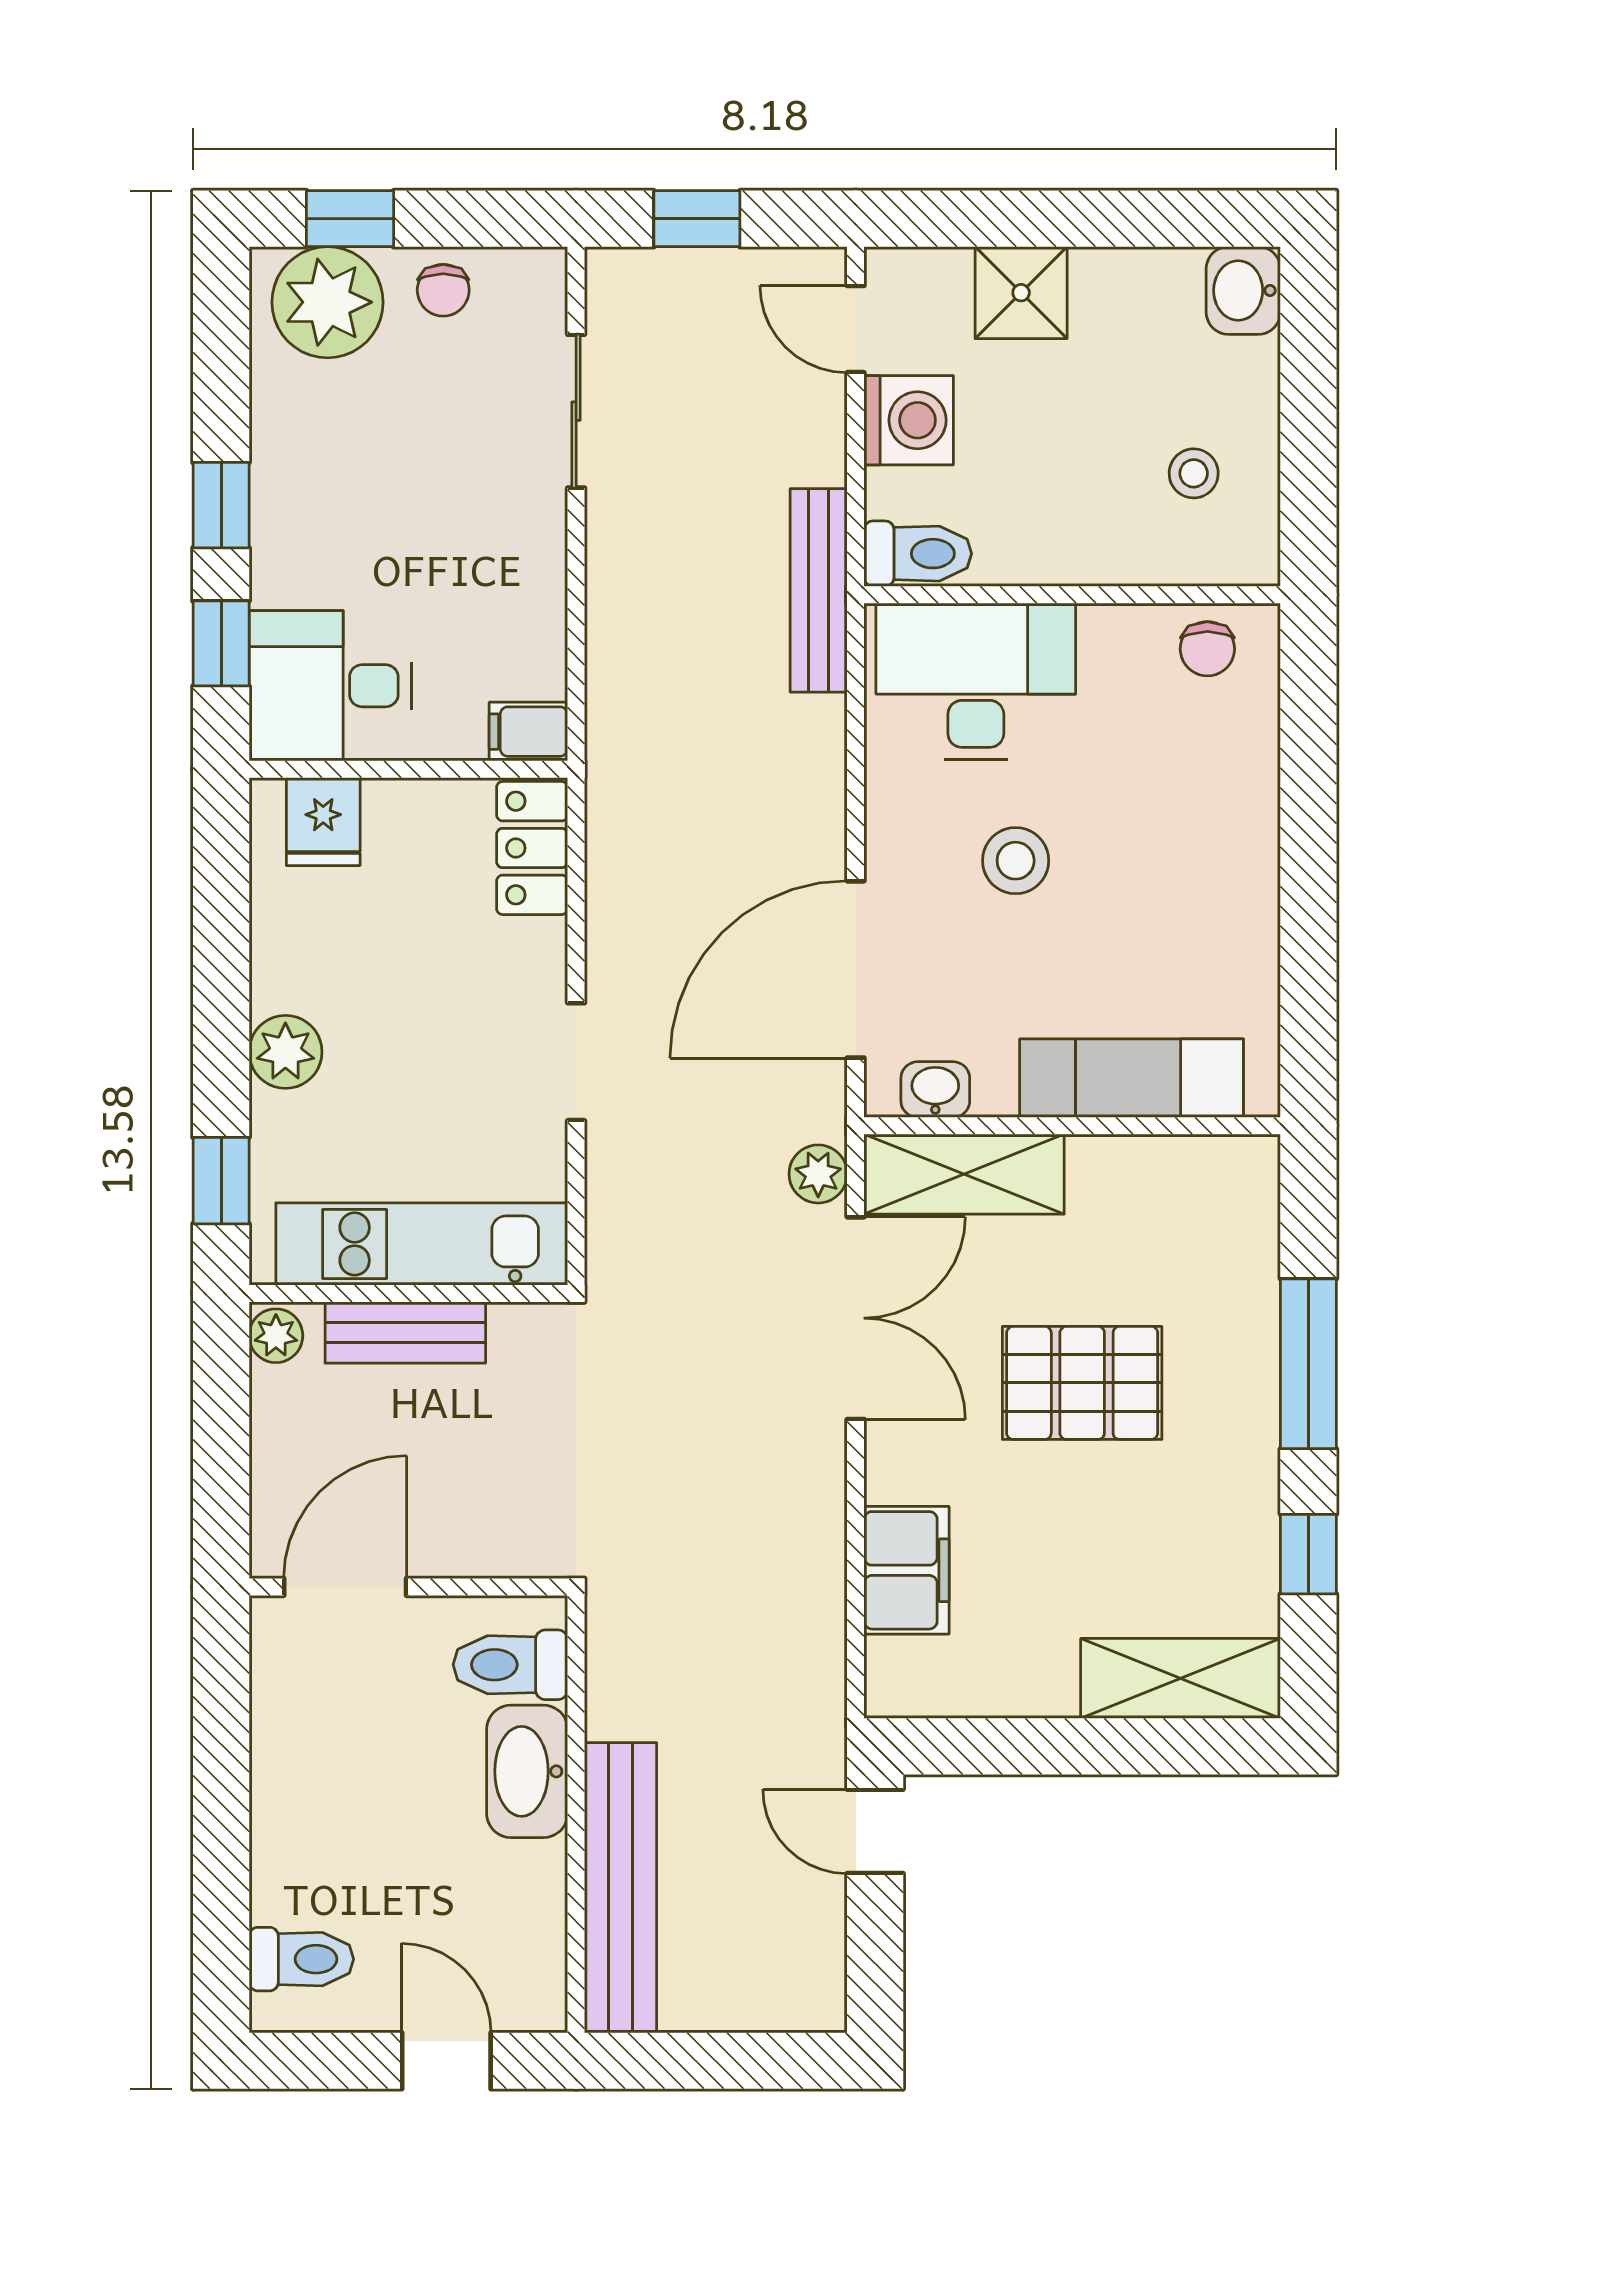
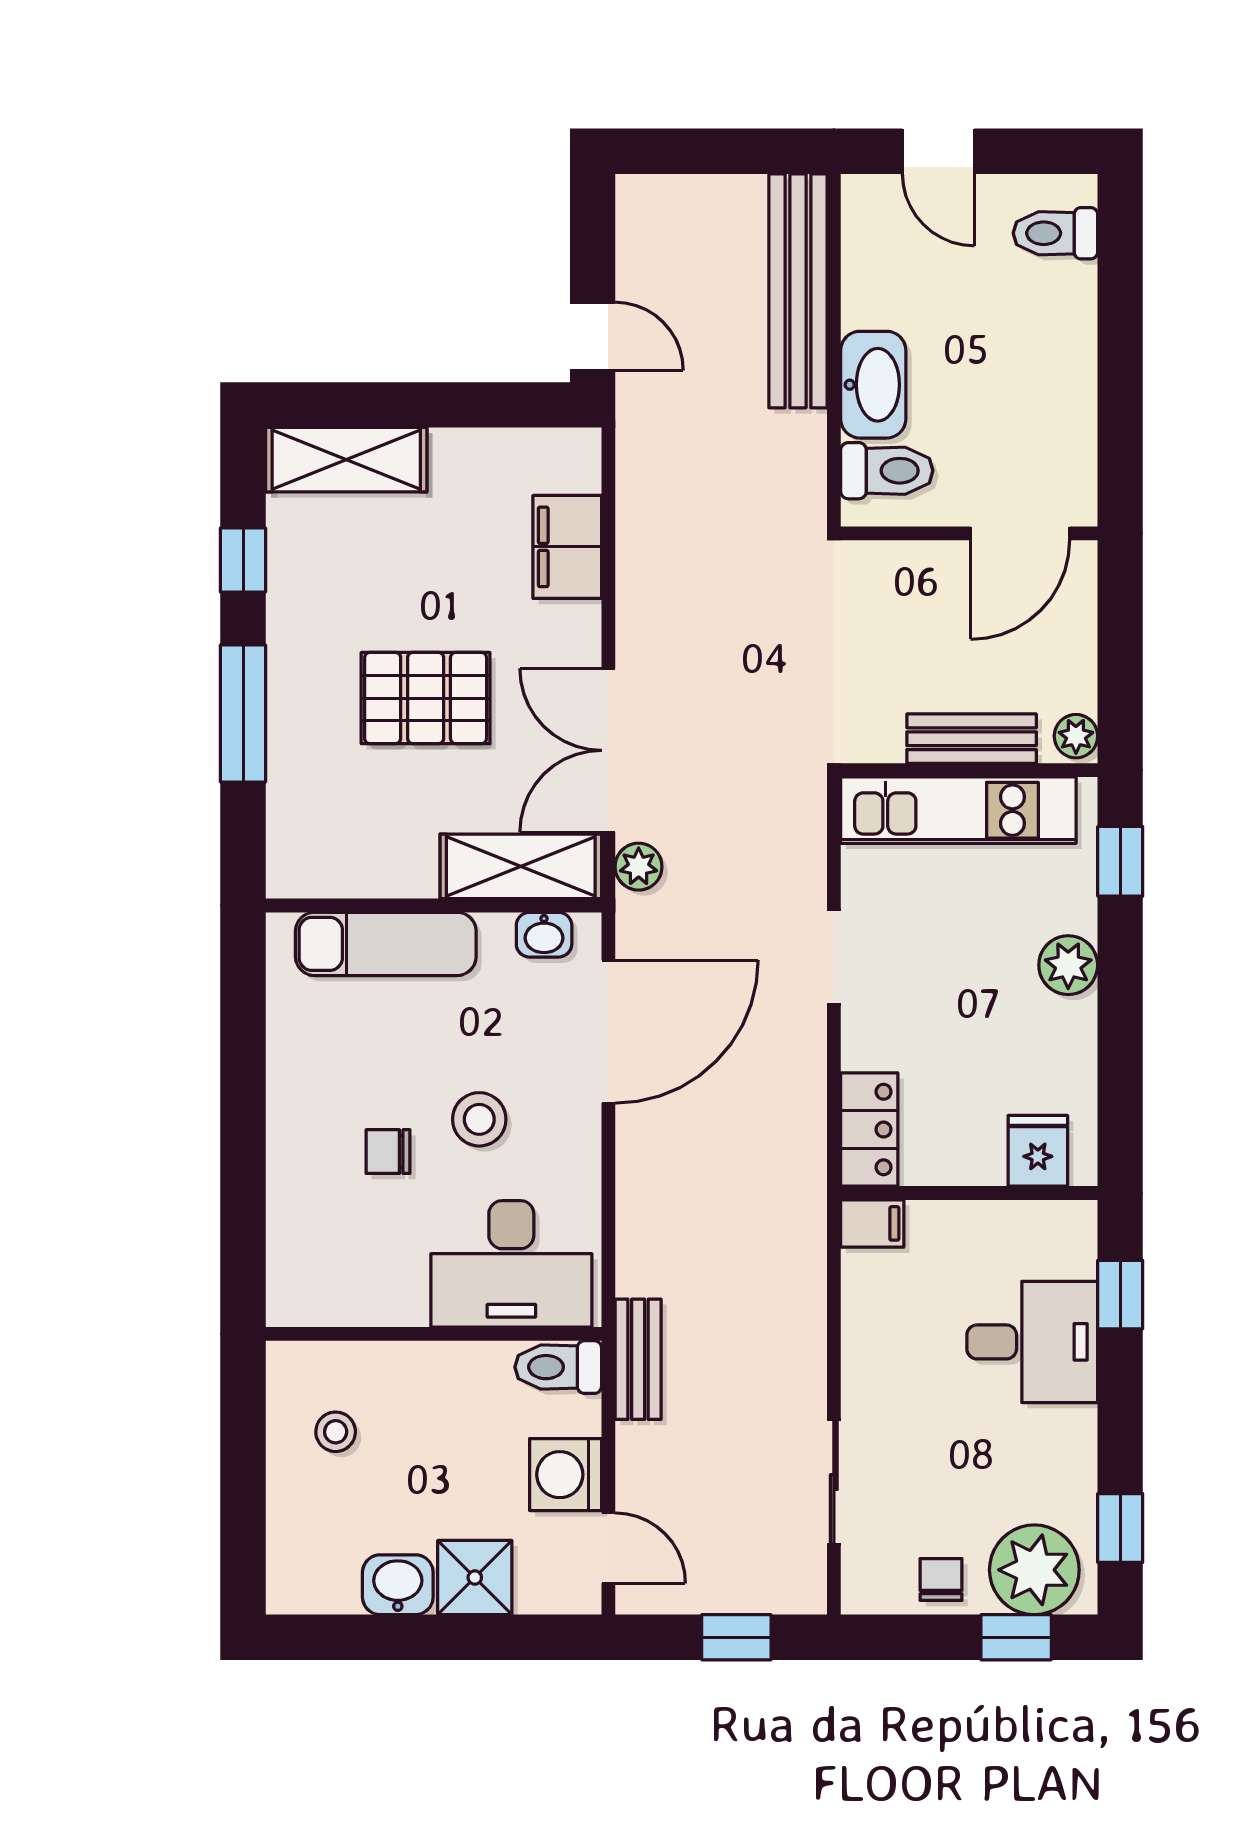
washbasin: (1243, 291) -> (398, 1585), moved, turned -90
window: (221, 505) -> (1120, 1528), moved
bench: (819, 590) -> (638, 1359), width x0.73
chair: (1207, 649) -> (388, 1152), moved, turned -90
desk: (330, 686) -> (1032, 1342), moved

